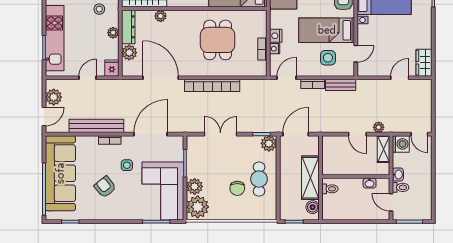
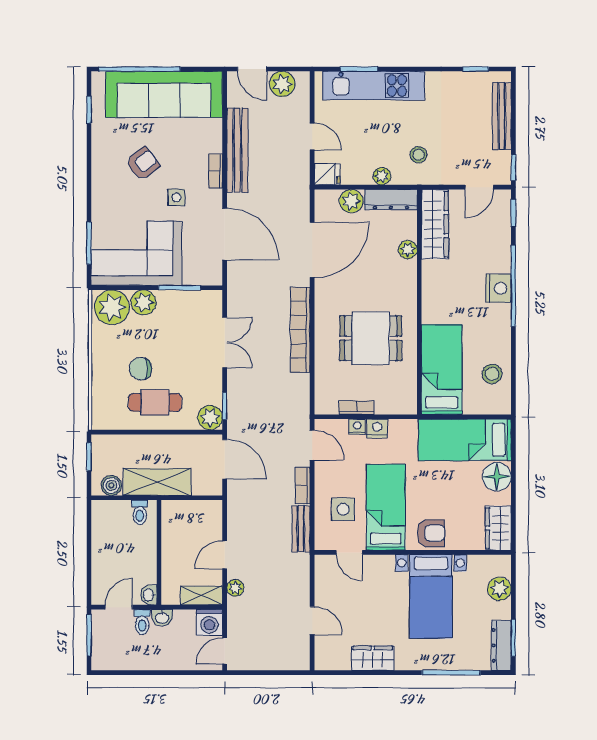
wardrobe: (424, 63) -> (373, 658), moved
washbasin: (370, 183) -> (149, 595), moved

